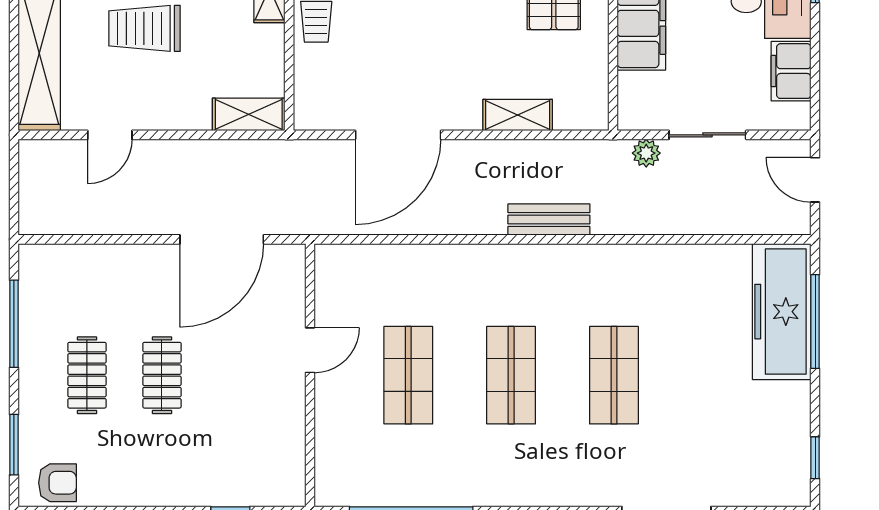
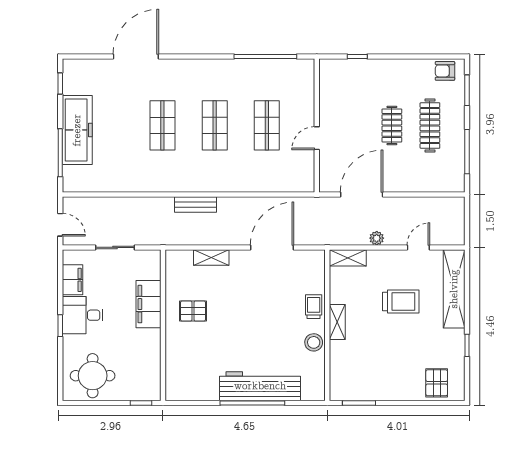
plant: (646, 153) -> (377, 238), moved
freezer: (782, 312) -> (77, 130), moved
clothes rail: (87, 375) -> (430, 125), width x1.36

